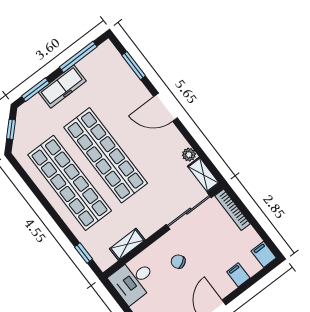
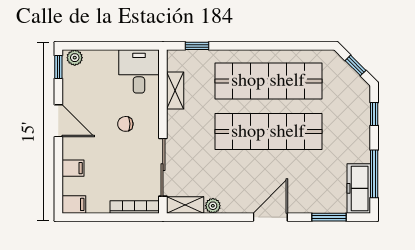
freezer: (62, 86) -> (359, 188), moved
window: (35, 90) -> (374, 114), width x0.67
chair: (178, 262) -> (125, 124), turned -151

